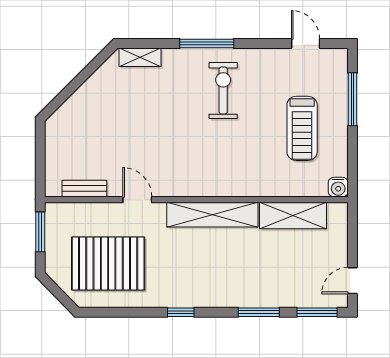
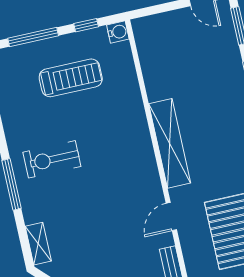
window: (352, 156) -> (86, 25), added
shelving: (293, 216) -> (154, 68), removed

